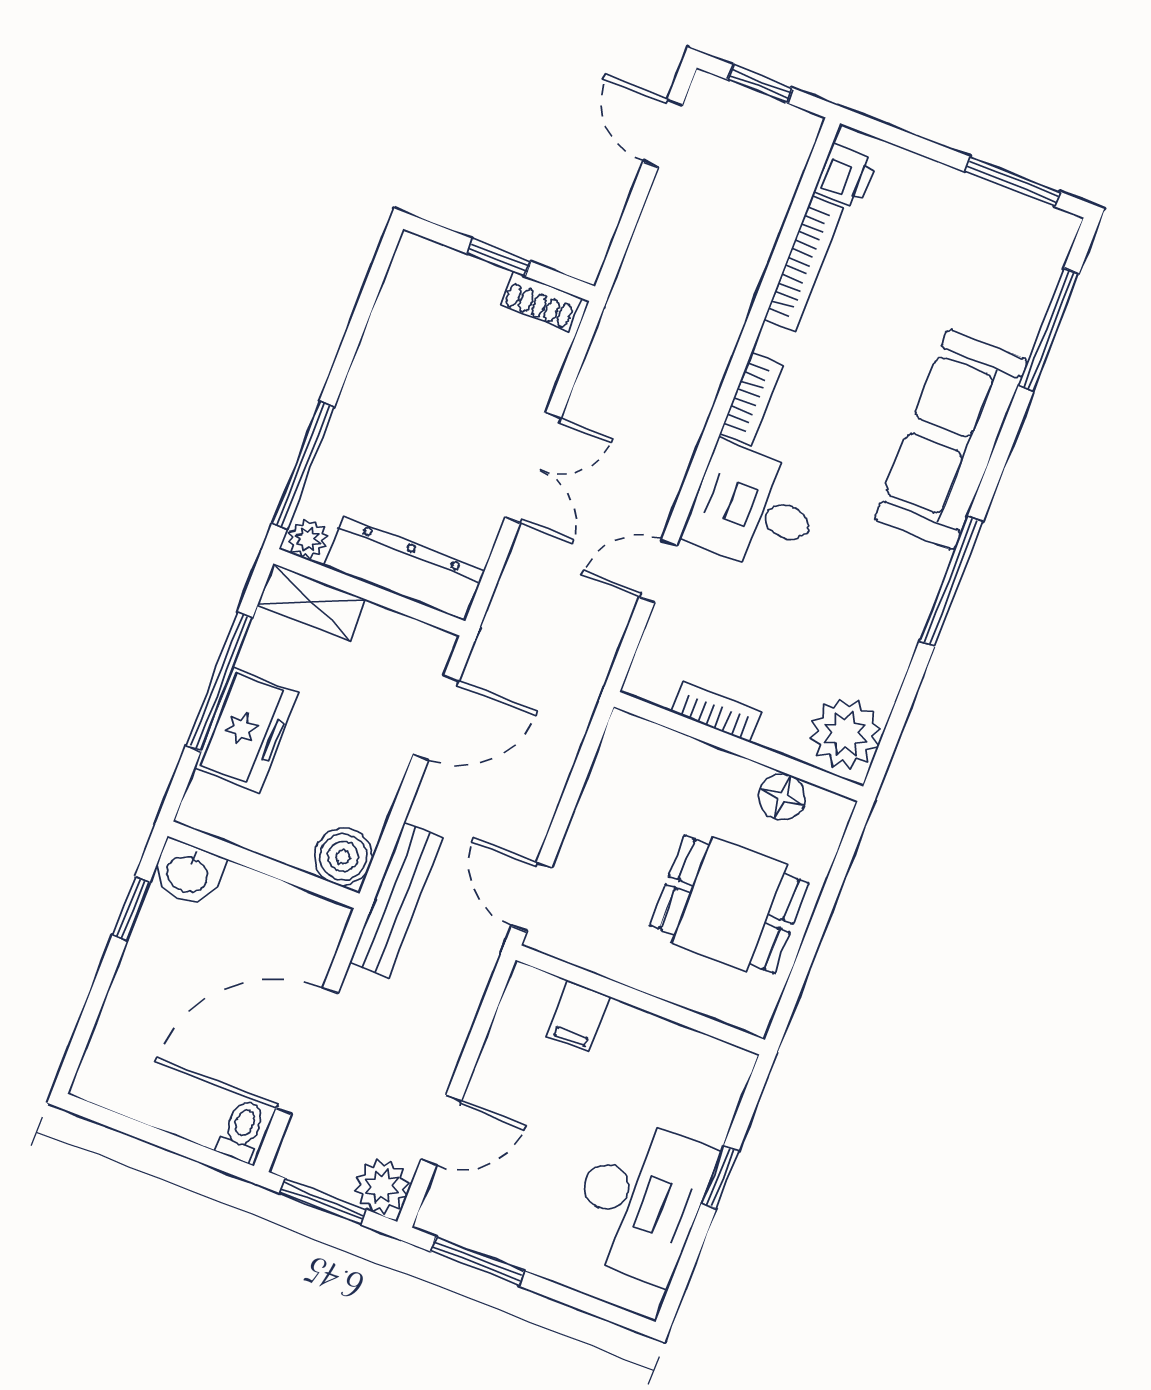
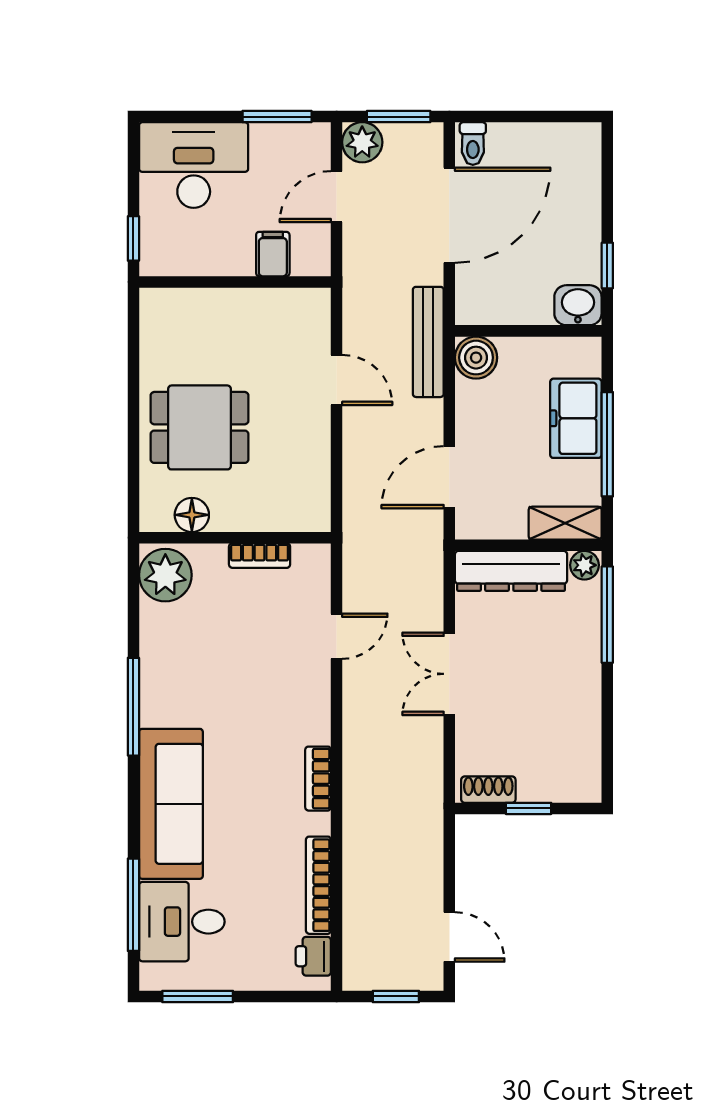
desk: (753, 509) -> (182, 922), moved, turned 180
wall: (640, 1000) -> (235, 282), moved
filing cabinet: (578, 1017) -> (273, 254), moved
desk: (640, 1200) -> (194, 165), moved, turned 90

